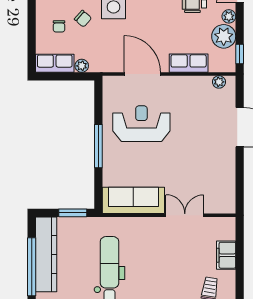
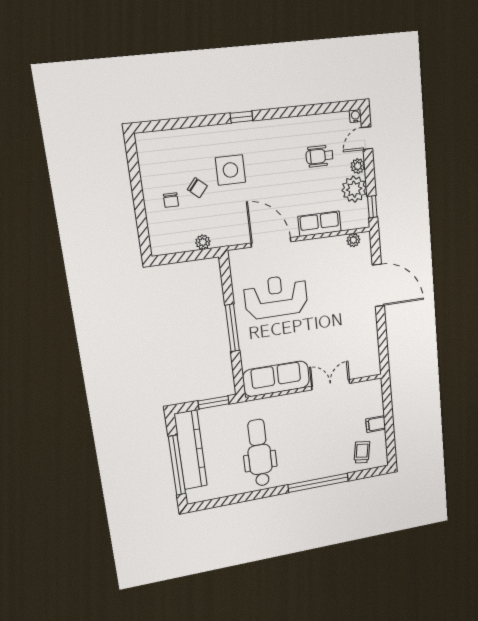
row of seats: (55, 63) -> (172, 243), removed
filing cabinet: (226, 255) -> (376, 424), width x0.50

